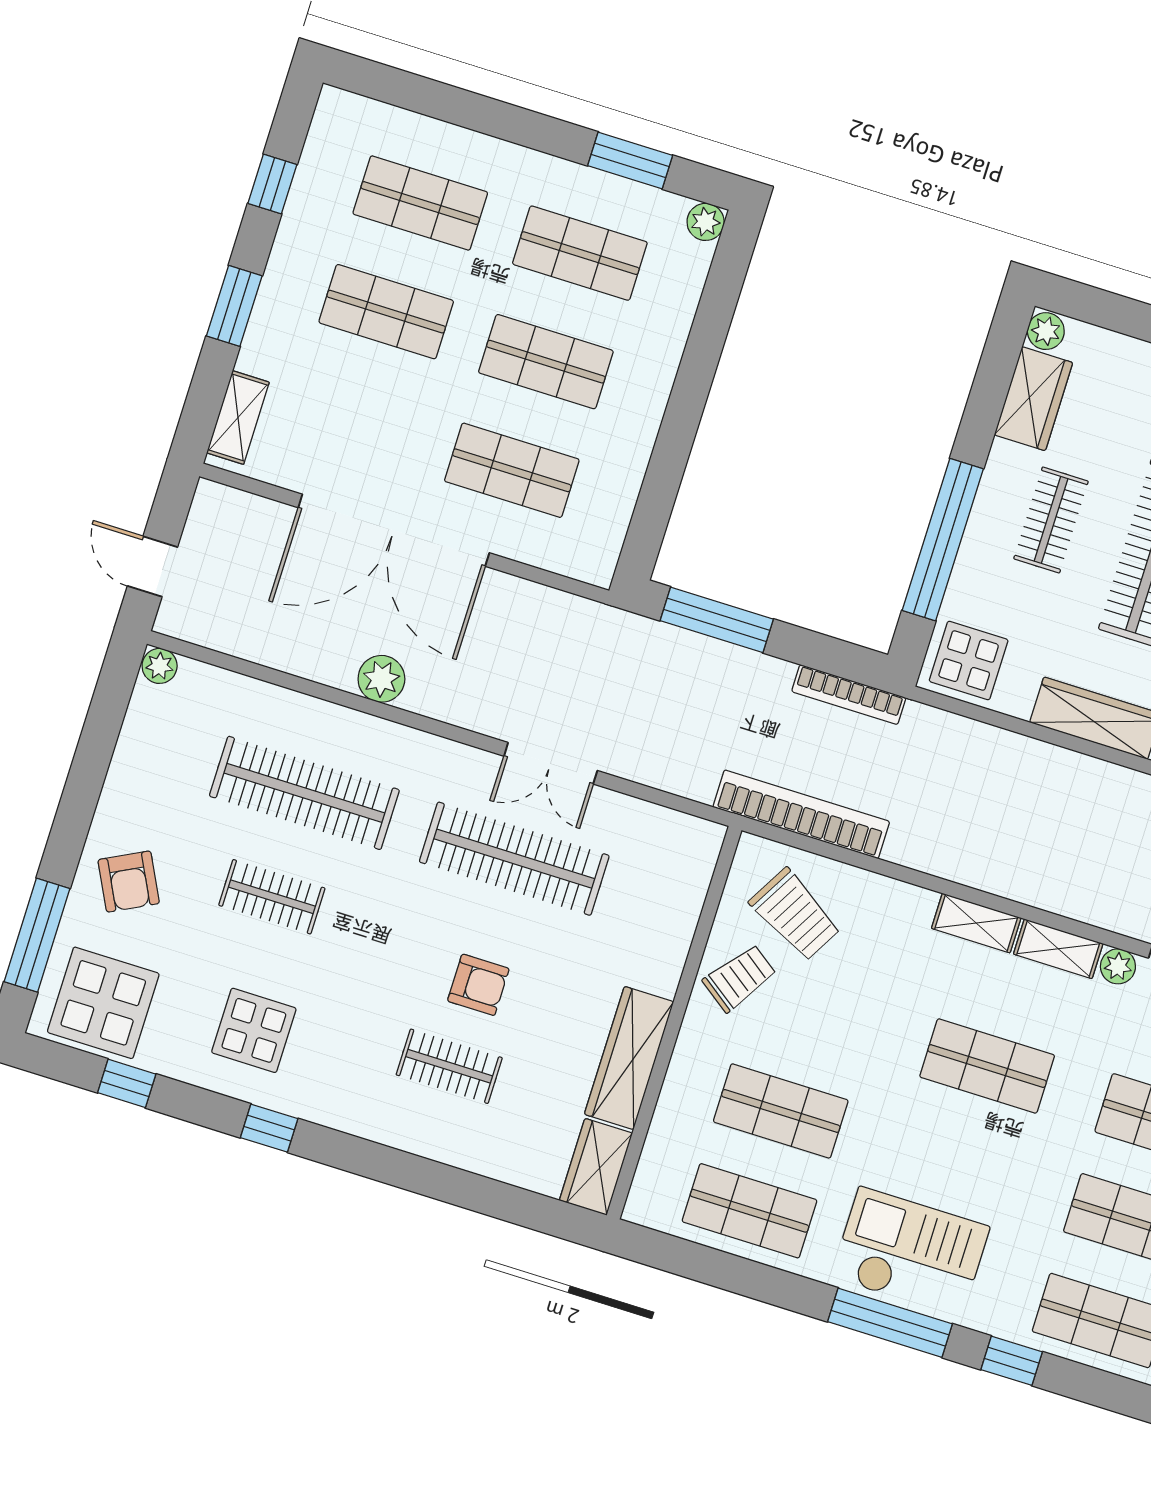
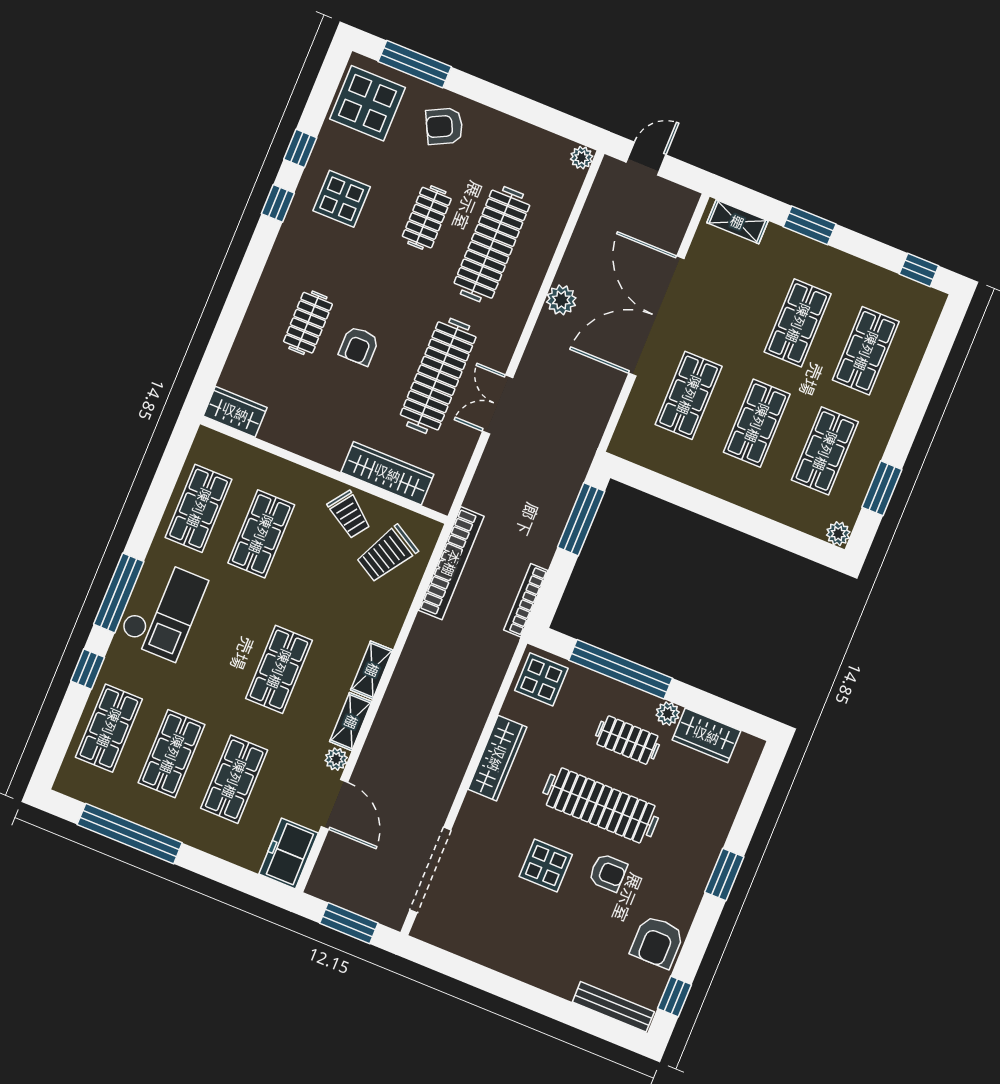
window: (272, 184) -> (919, 270), moved
plant: (1046, 331) -> (668, 714), moved
wardrobe: (629, 1058) -> (387, 473), moved
window: (127, 1083) -> (300, 148), moved

